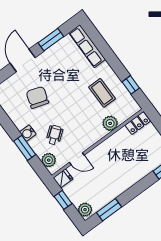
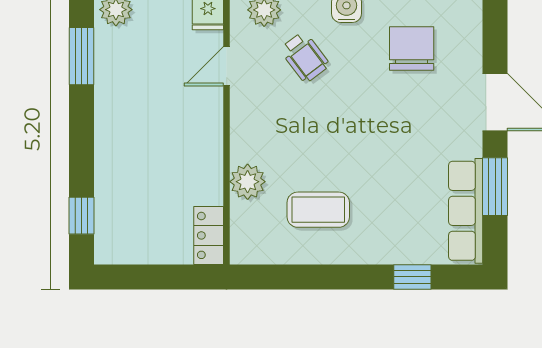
row of seats: (87, 46) -> (466, 211), moved, turned -90
window: (131, 85) -> (412, 277), moved
chair: (37, 97) -> (412, 48), moved, turned -108

